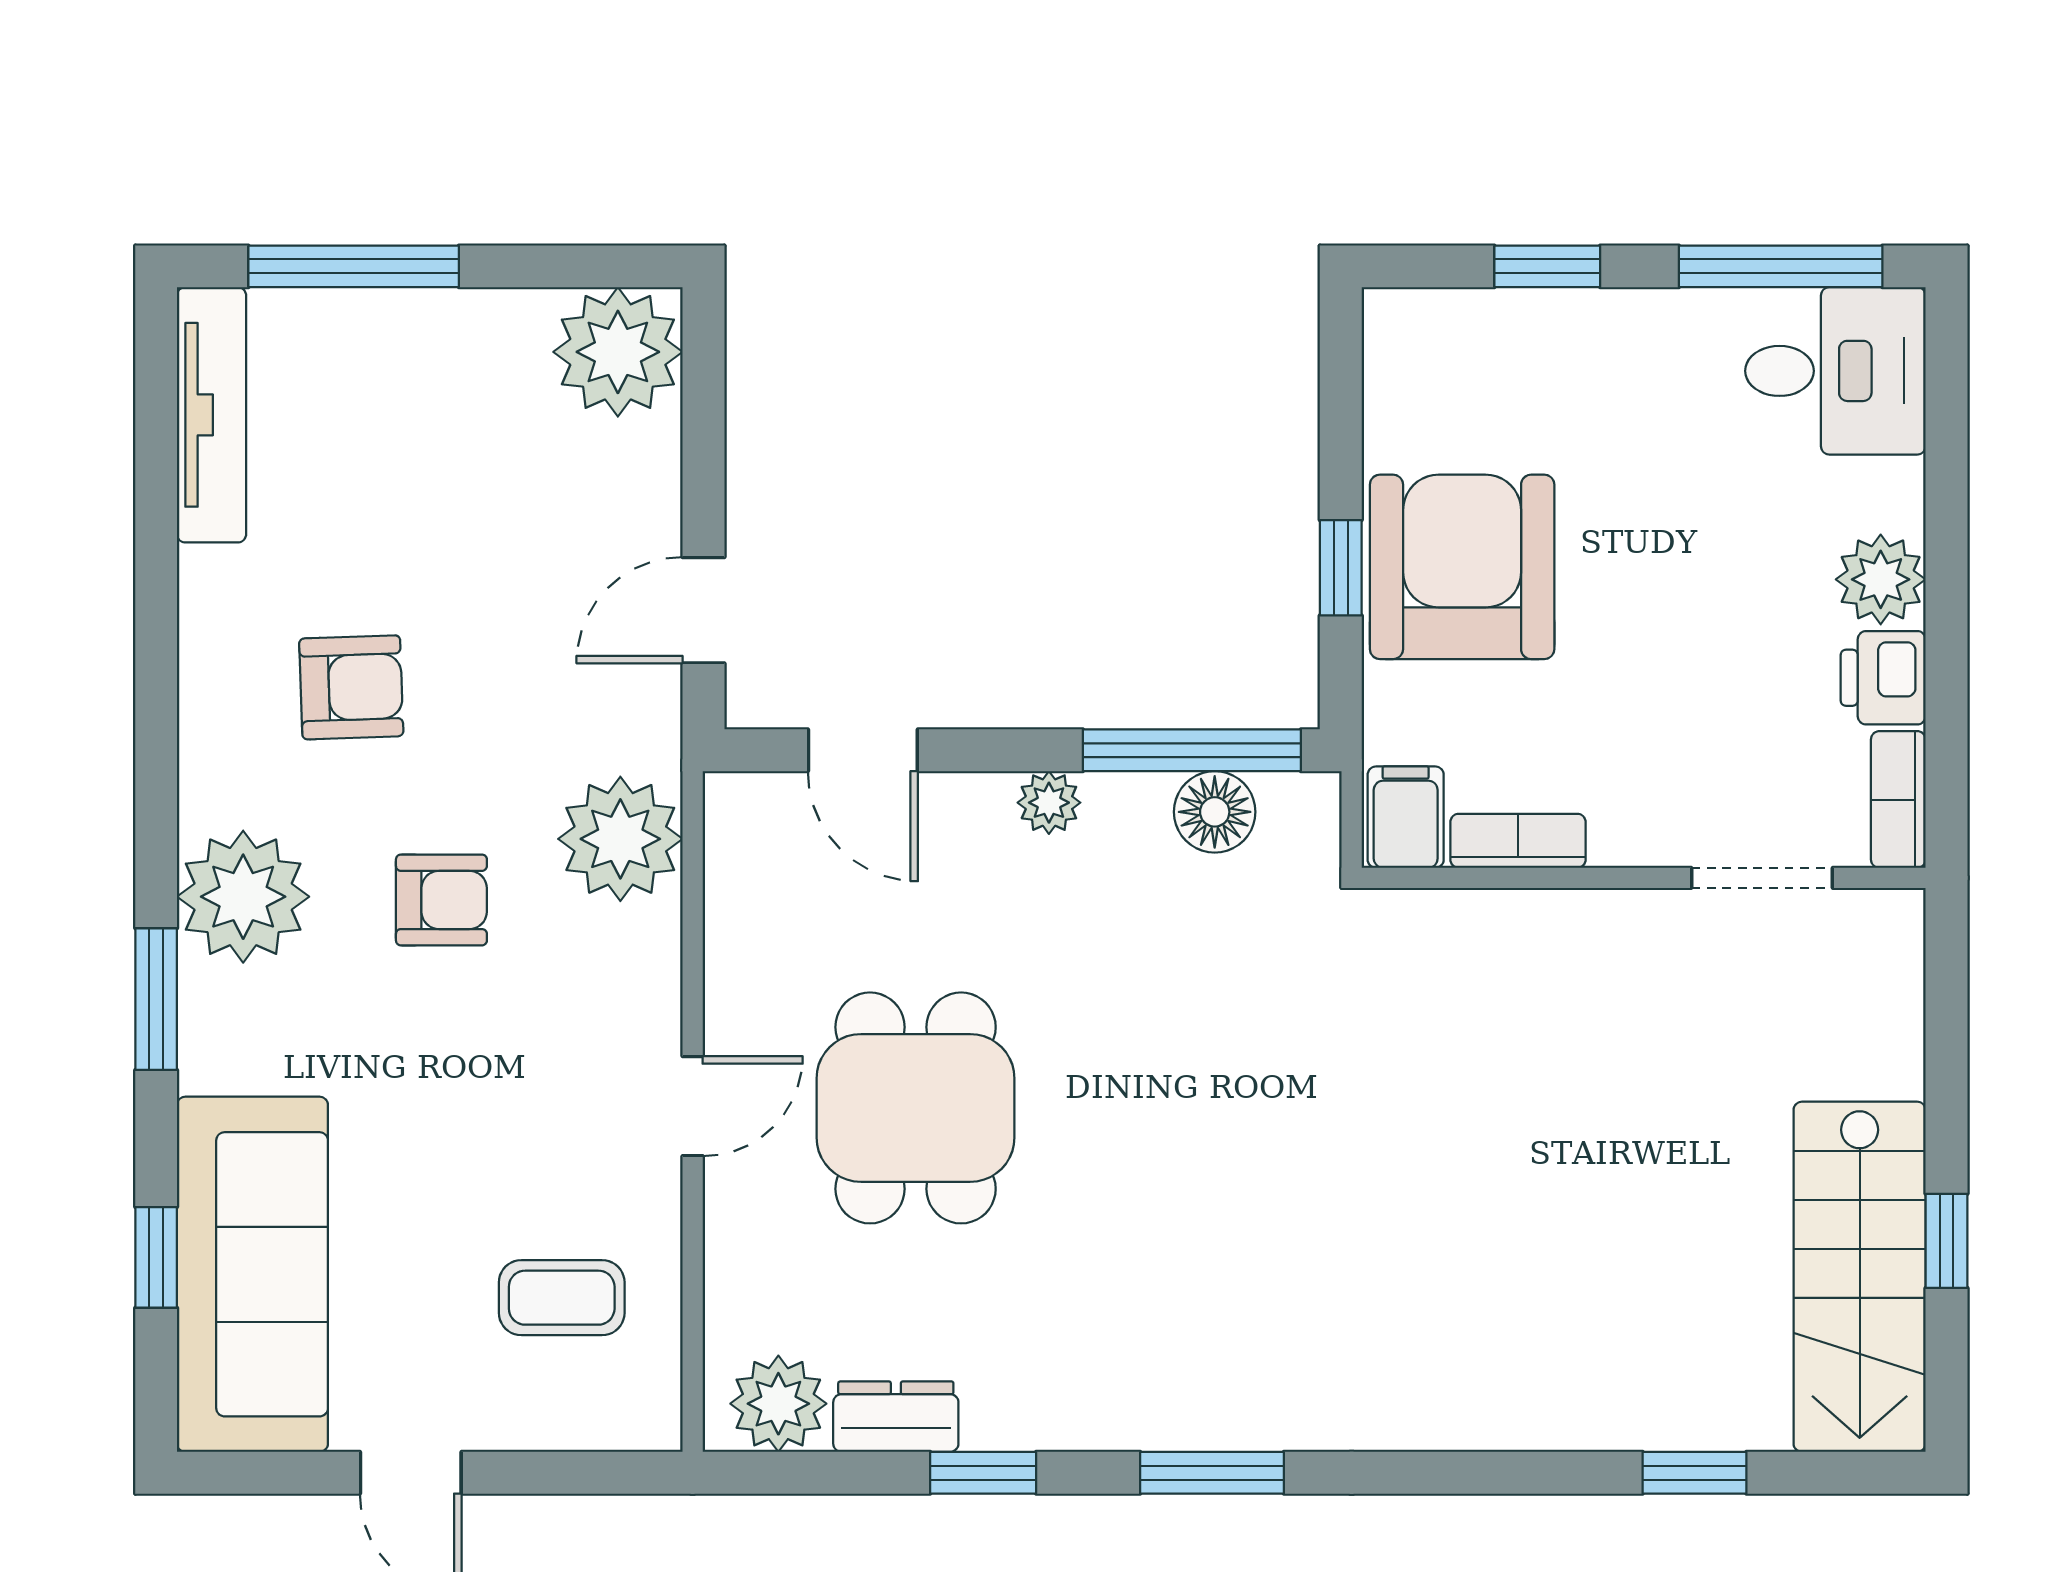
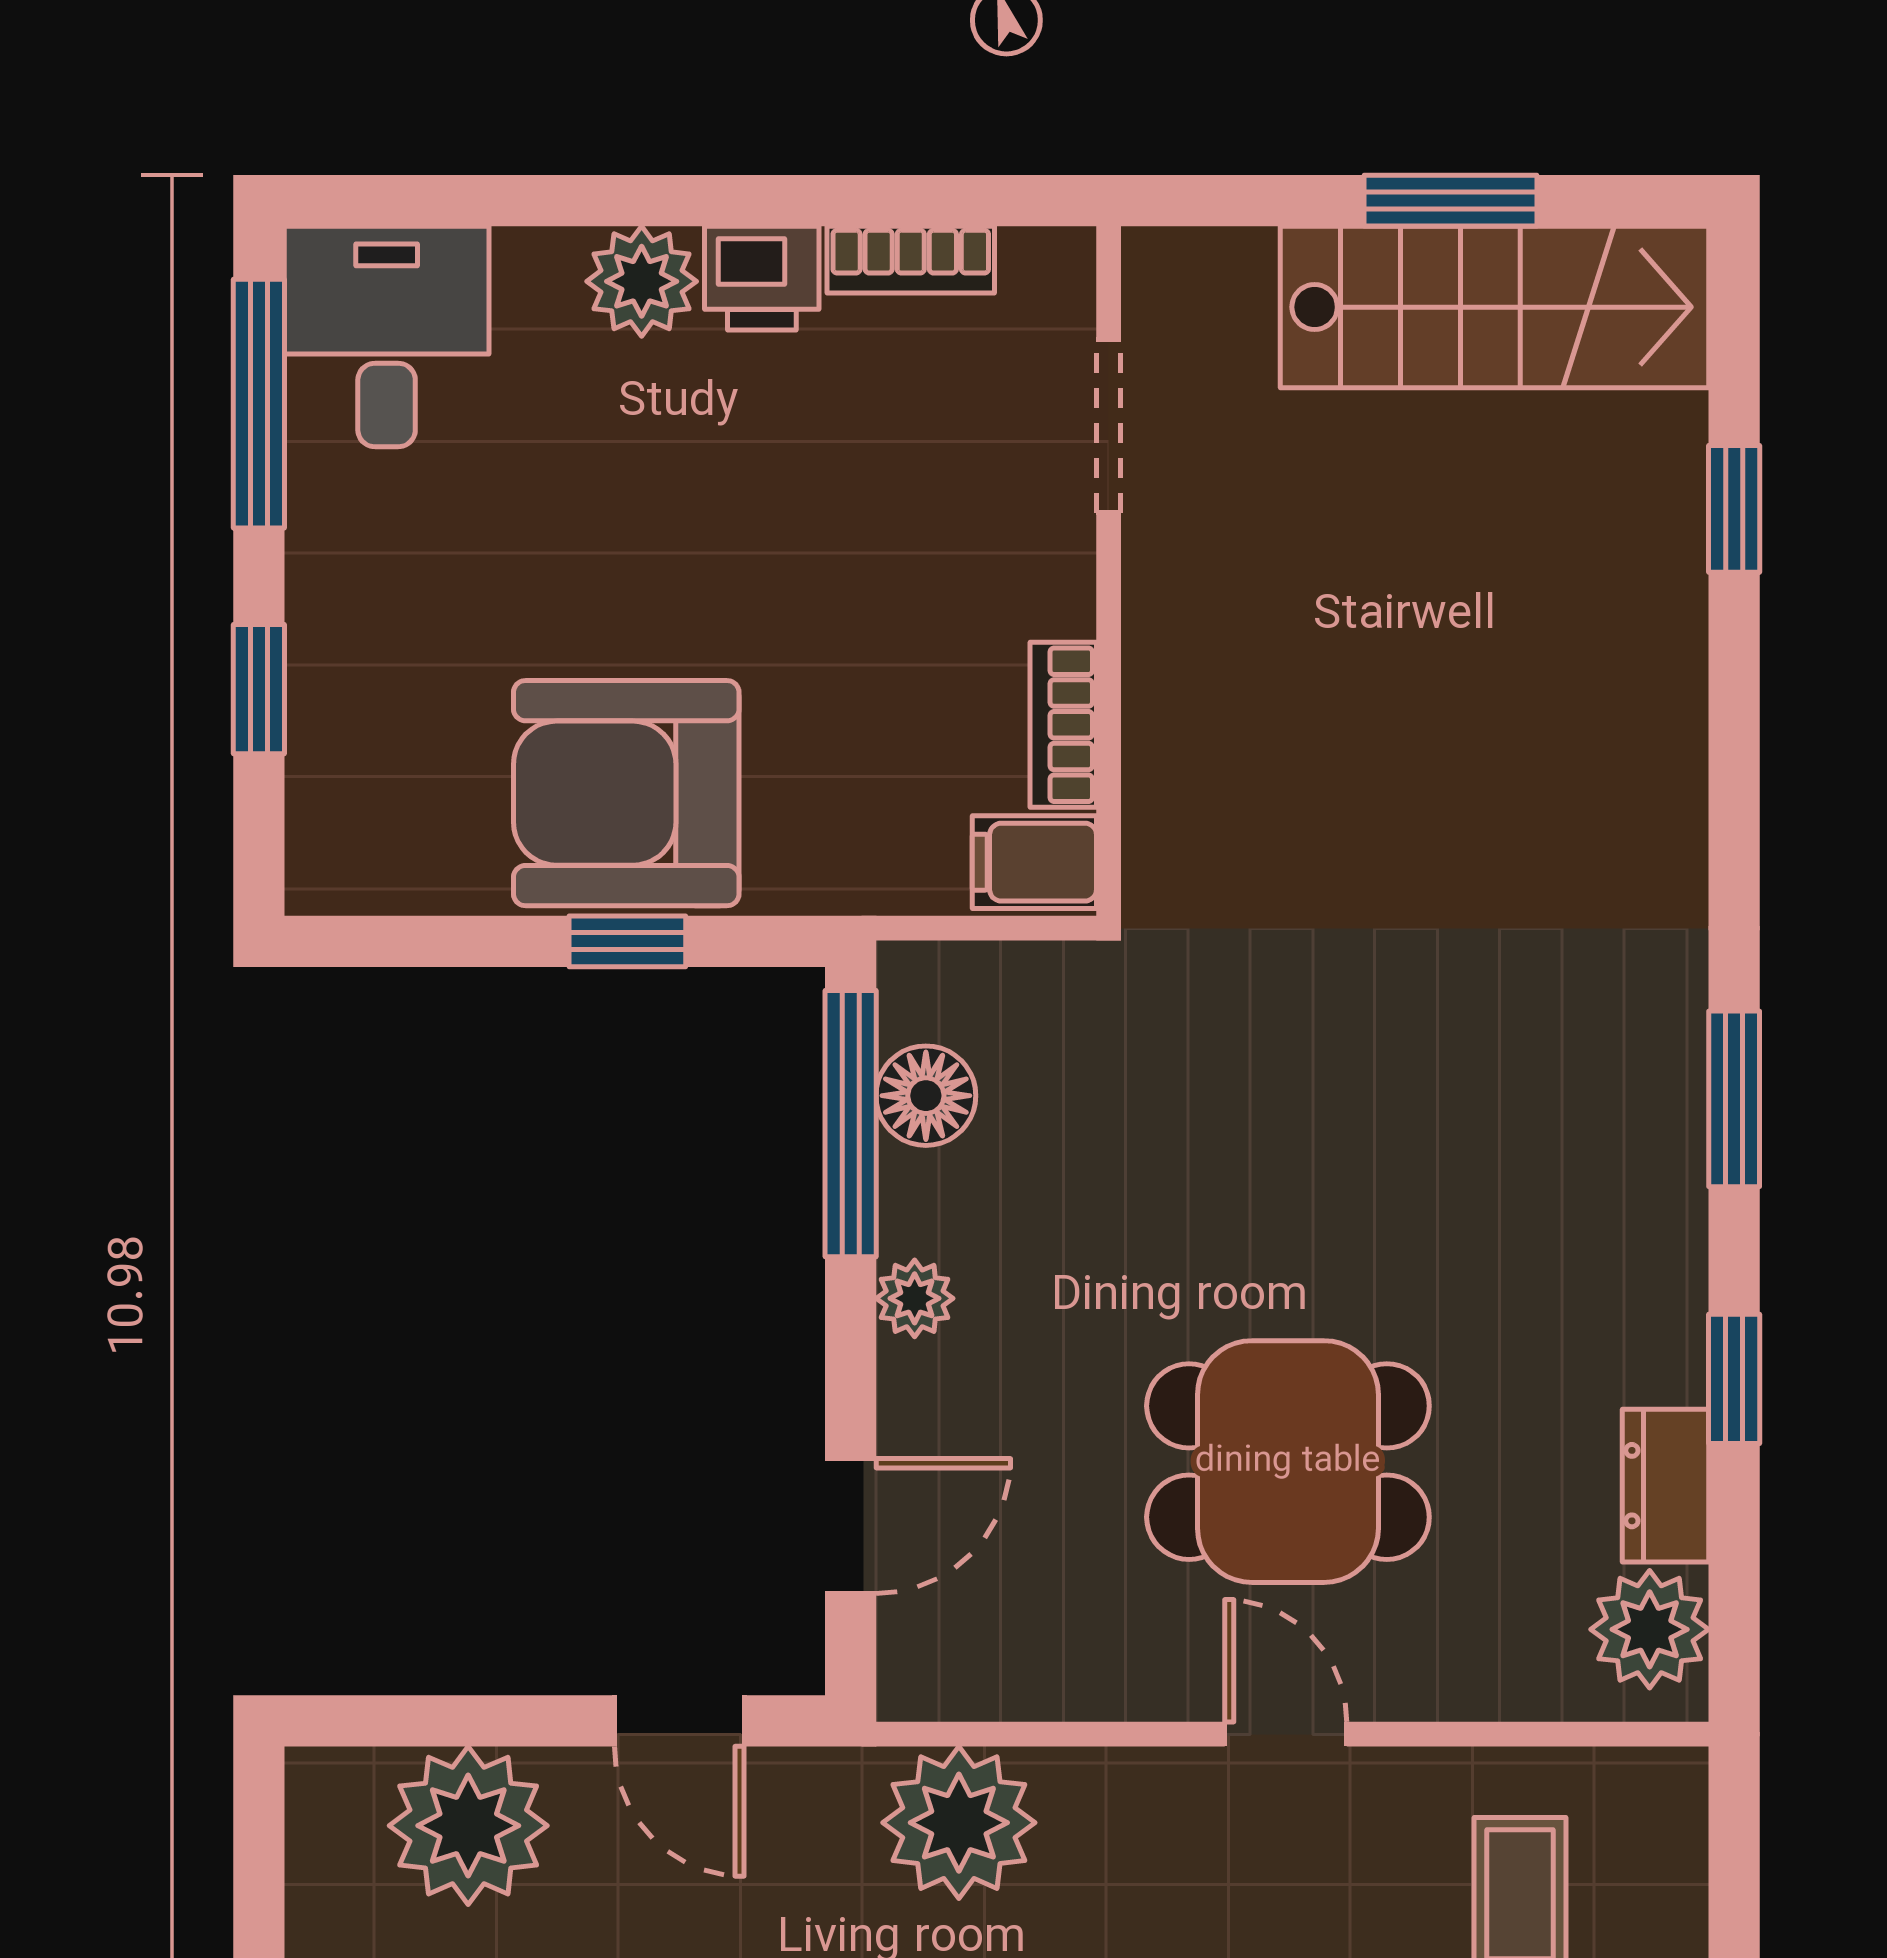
plant: (618, 352) -> (468, 1826), moved
filing cabinet: (1406, 817) -> (1034, 862), moved
bookcase: (1518, 841) -> (1063, 725), moved
wall: (1644, 878) -> (1109, 571), moved
doorway: (1762, 878) -> (1109, 426), moved
window: (1947, 1241) -> (1451, 201), width x1.50

